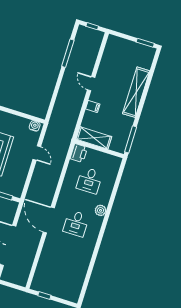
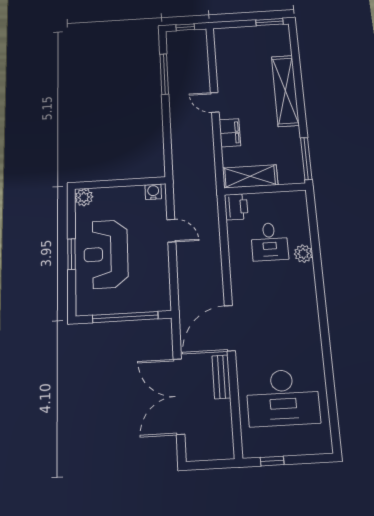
filing cabinet: (93, 106) -> (230, 133), width x2.00
plant: (101, 210) -> (303, 254), moved
door: (49, 220) -> (230, 328), hinge flipped
desk: (76, 223) -> (283, 398), moved, width x1.87, depth x1.30
bench: (34, 244) -> (221, 377), added

